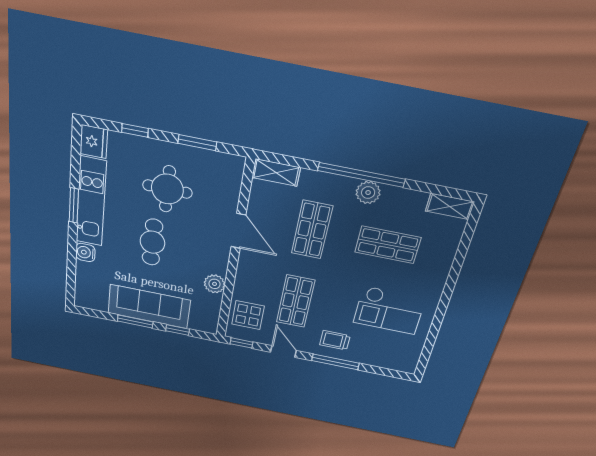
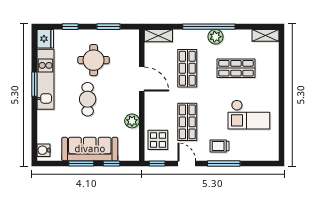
water cooler: (85, 252) -> (43, 150), moved

